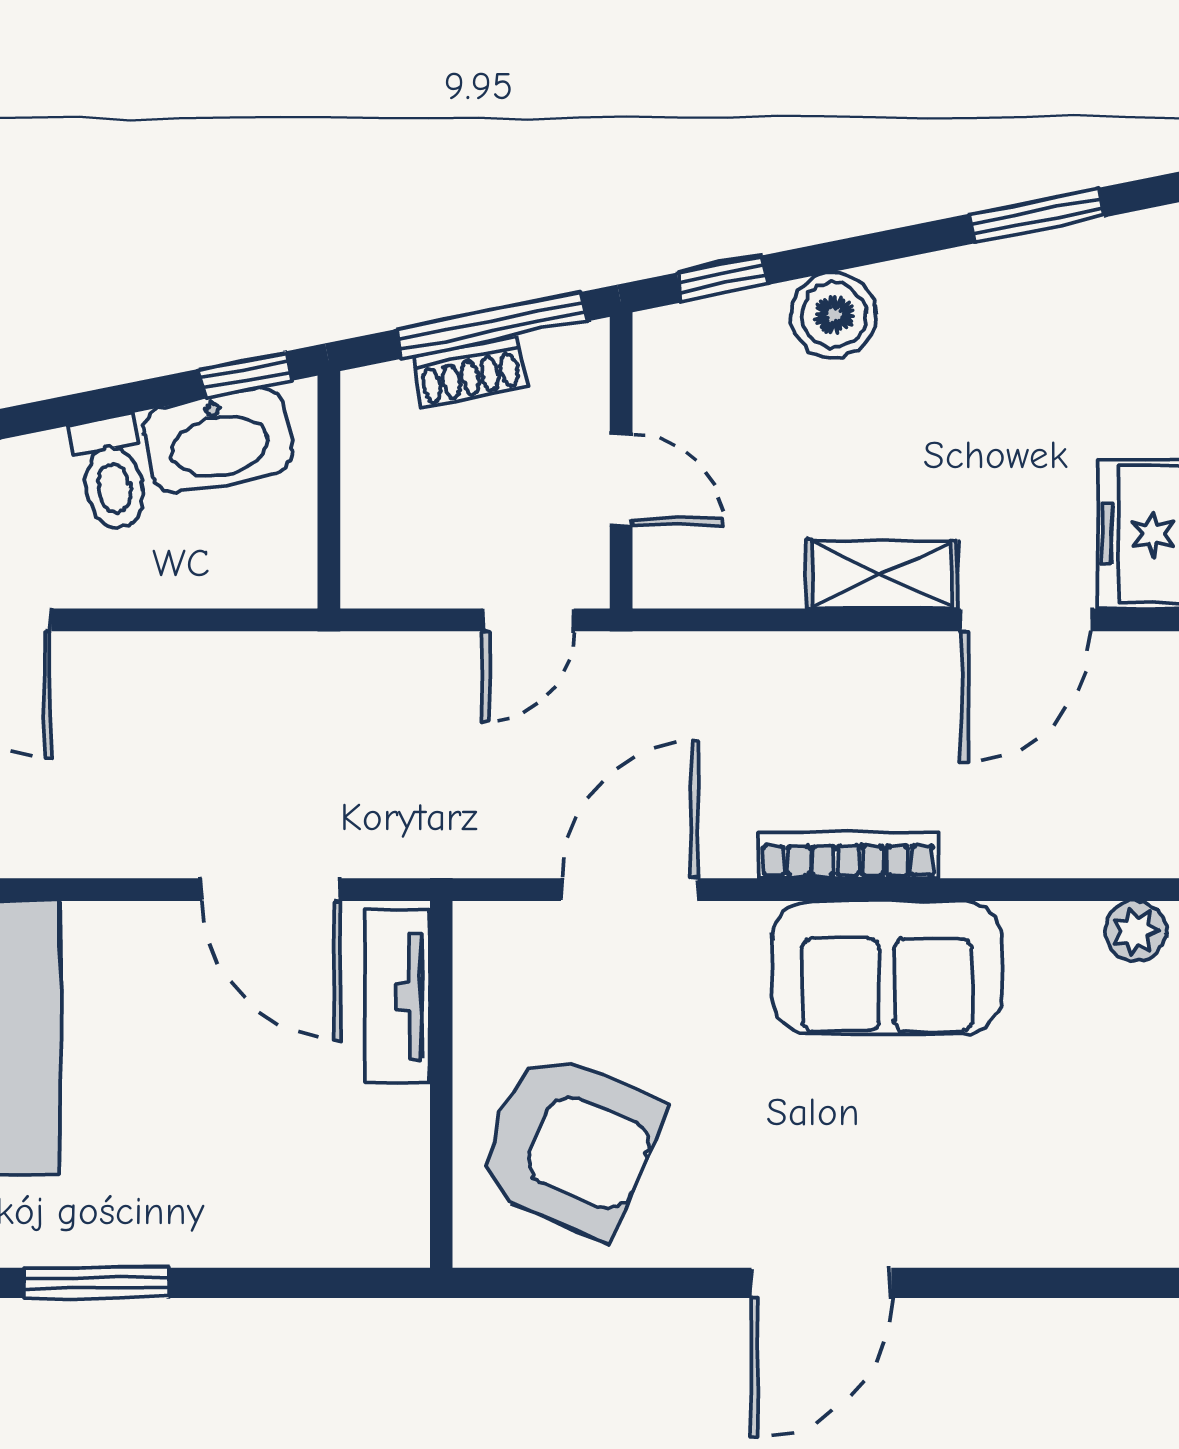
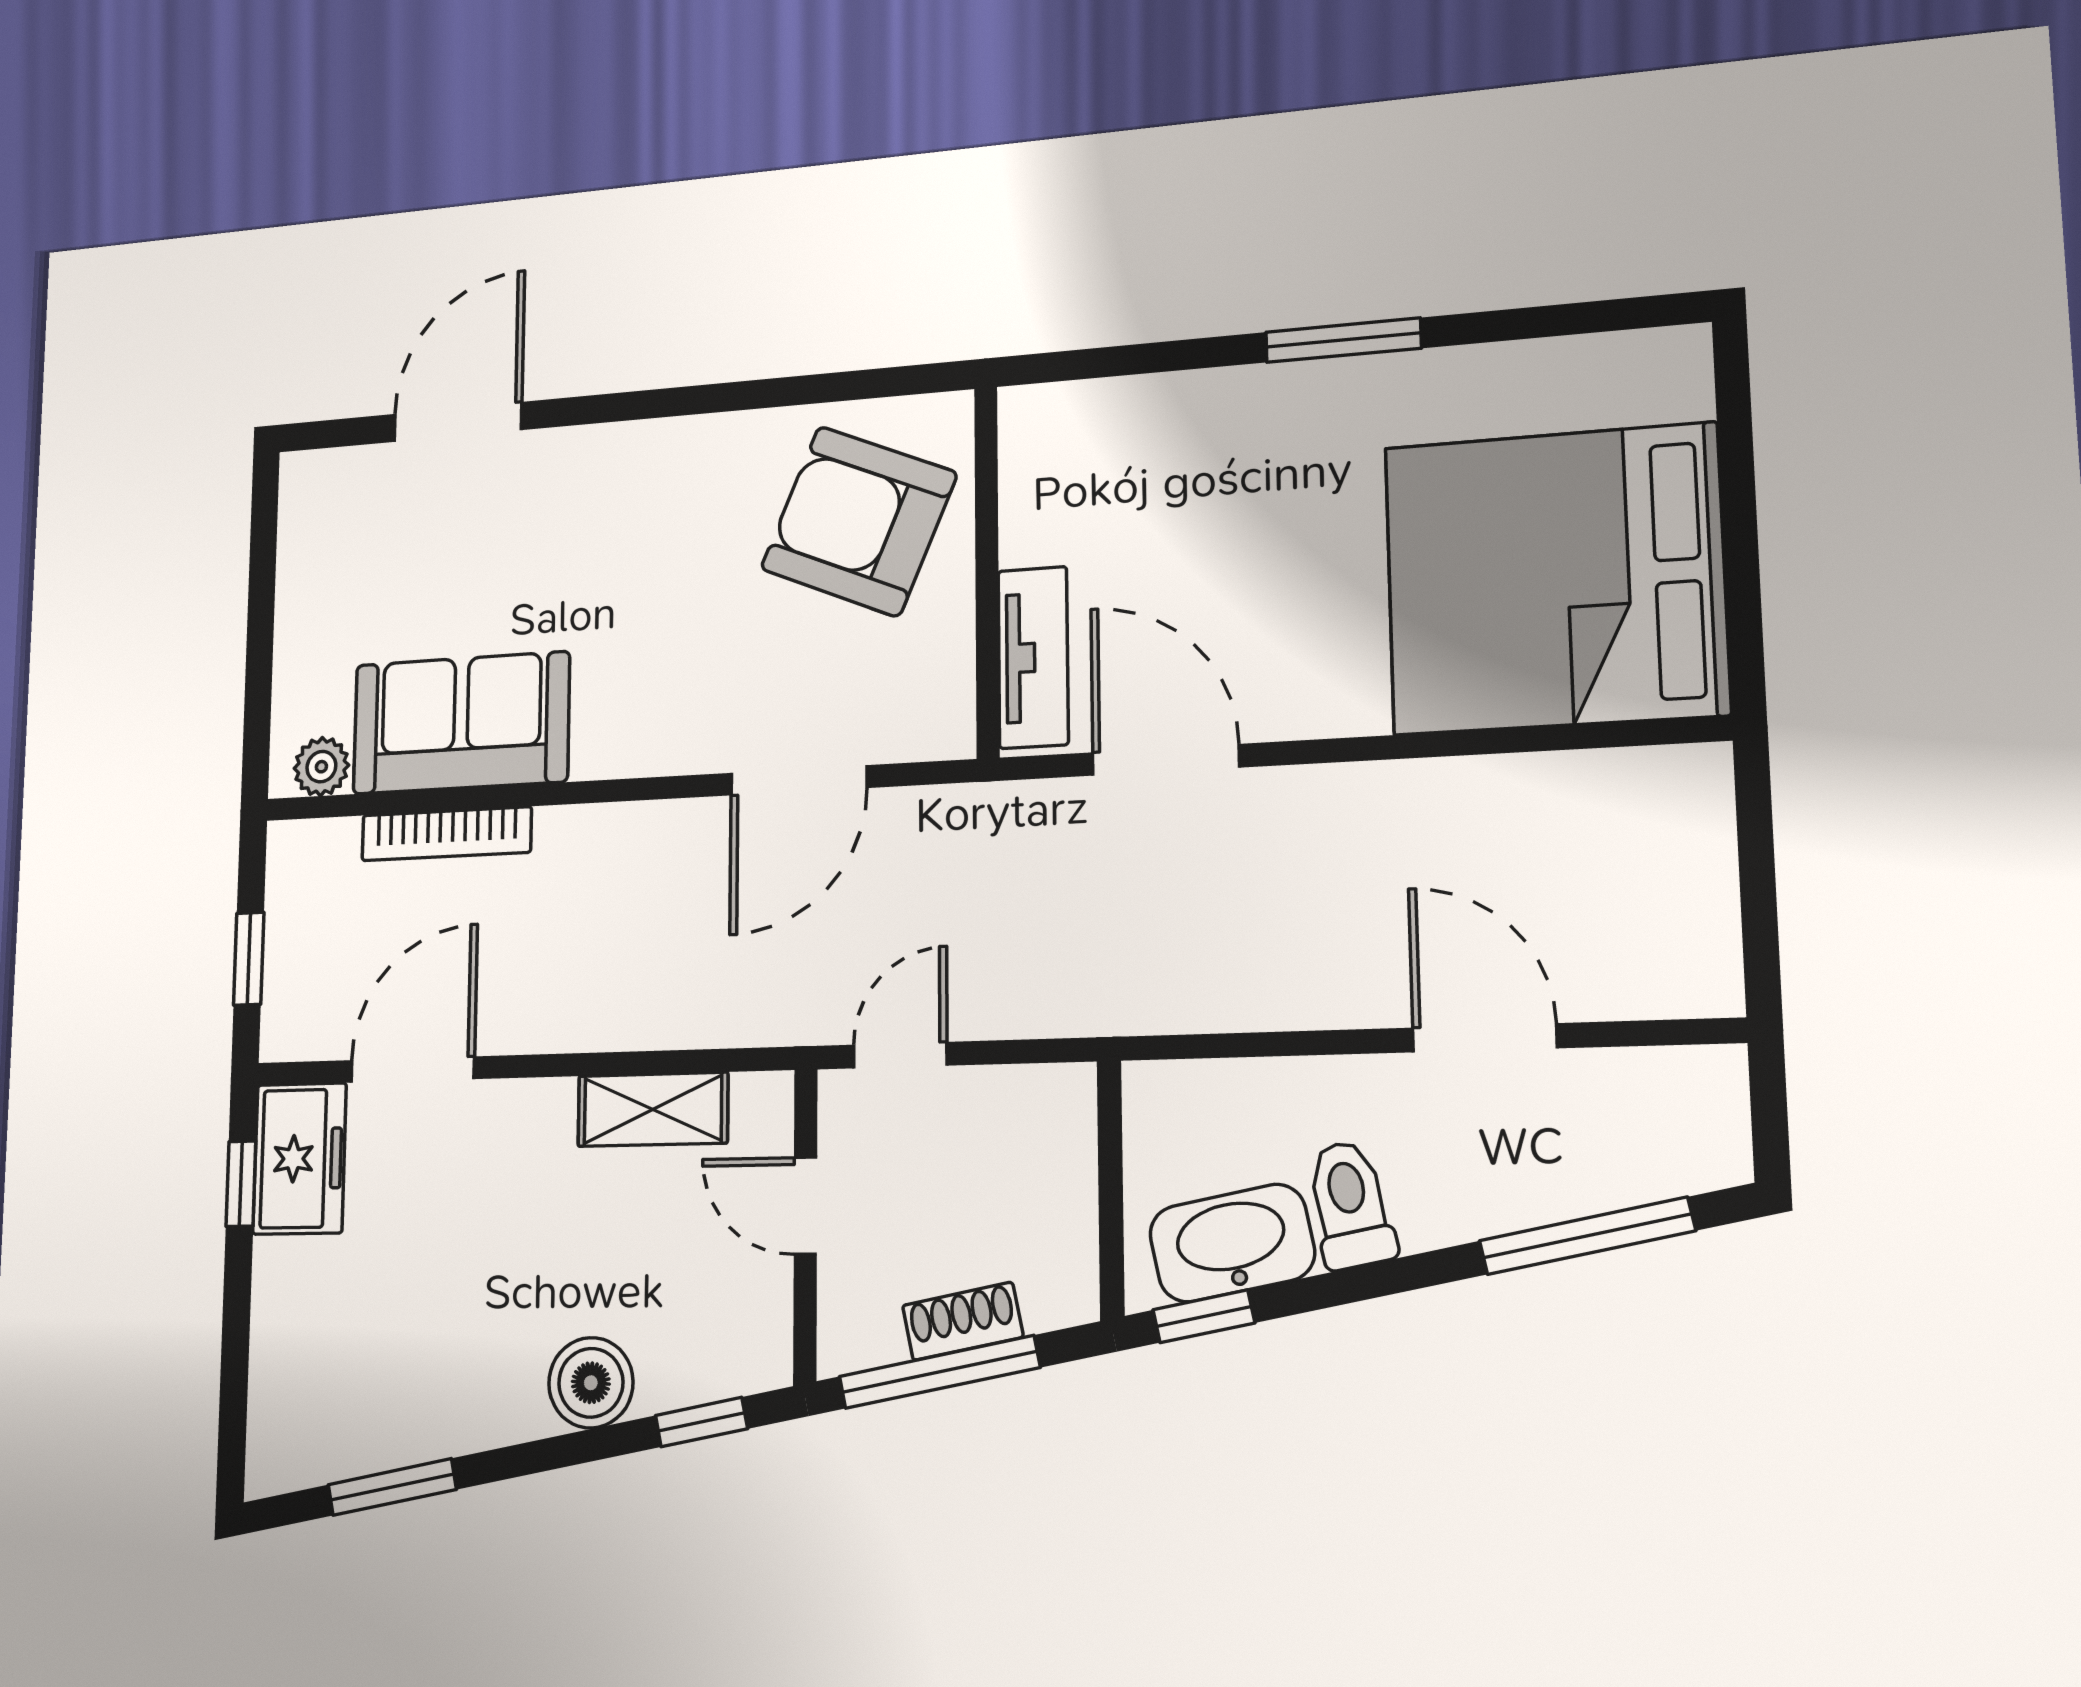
shelving: (882, 575) -> (653, 1109), moved
bookcase: (848, 855) -> (446, 834), moved
sofa: (887, 967) -> (461, 723), moved
door: (821, 1283) -> (458, 422), moved

